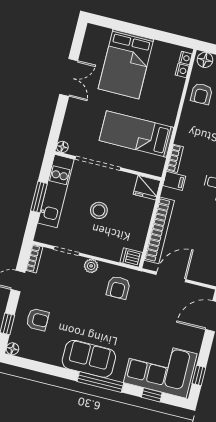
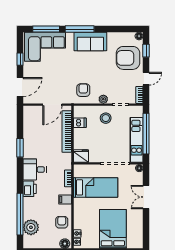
double door: (69, 77) -> (146, 197), moved
filing cabinet: (174, 181) -> (65, 200), moved
window: (39, 197) -> (146, 134), width x2.11
stool: (99, 210) -> (106, 118), moved
dishwasher: (131, 258) -> (80, 123), moved
armchair: (38, 320) -> (128, 58), width x1.88, depth x1.88
window: (199, 376) -> (20, 59), moved
window: (152, 395) -> (46, 29), width x2.17

